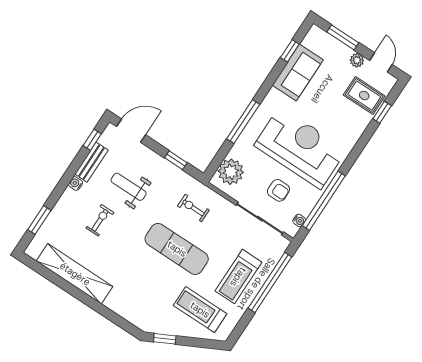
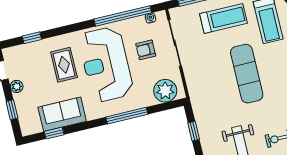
window: (343, 37) -> (12, 110), width x0.67
rug: (364, 96) -> (64, 65), moved
armchair: (278, 190) -> (146, 50), turned -90
exercise bike: (193, 208) -> (211, 90), removed

